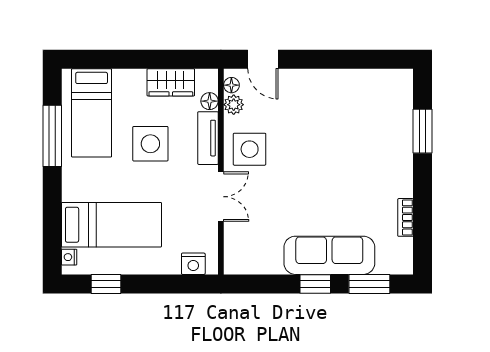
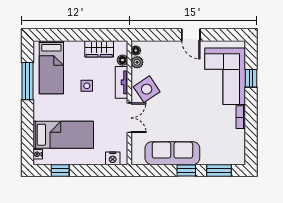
door: (263, 59) -> (191, 35), moved
corner sofa: (380, 128) -> (225, 76), added
window: (423, 131) -> (251, 78), width x0.67
side table: (150, 144) -> (87, 86), width x0.54, depth x0.54
side table: (250, 149) -> (147, 89), turned -34
bookcase: (406, 217) -> (241, 117), moved
sofa: (329, 255) -> (172, 153), moved

